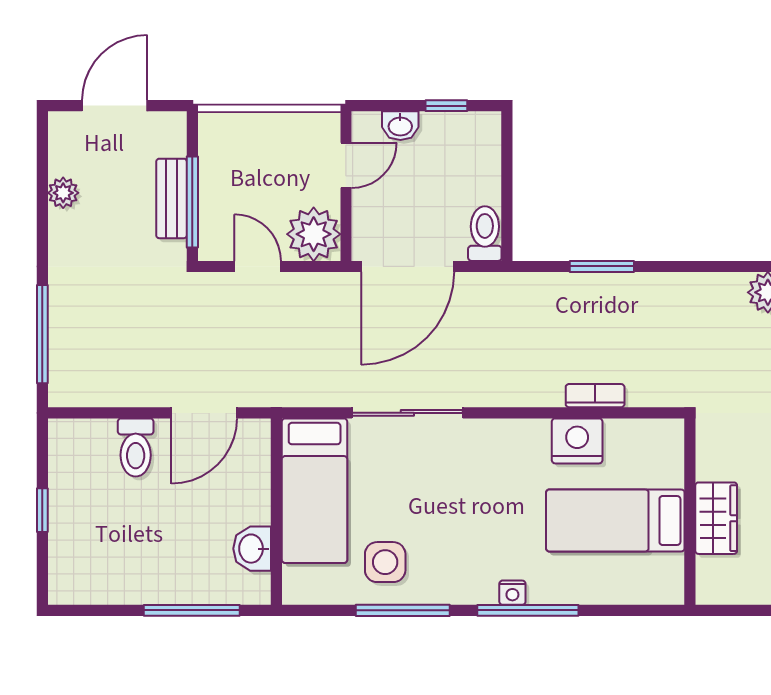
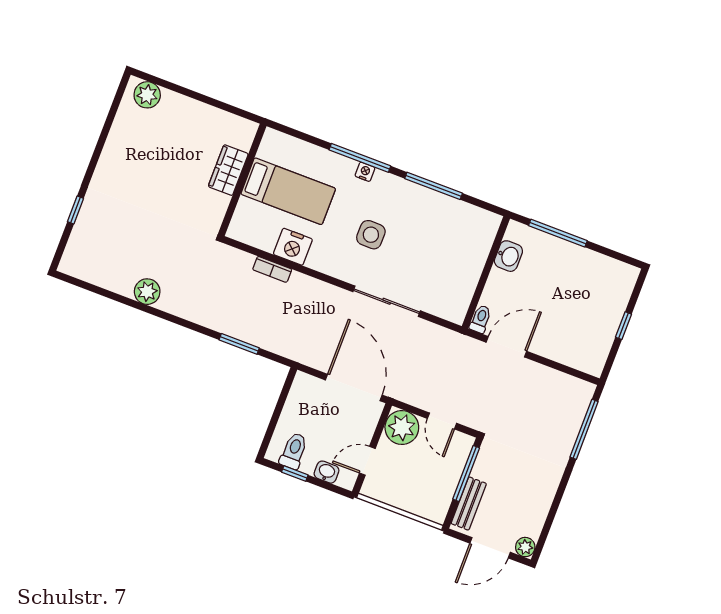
plant: (63, 193) -> (525, 547), moved
bench: (172, 198) -> (469, 504), moved
toilet: (485, 234) -> (294, 451), moved, turned 180
door: (408, 266) -> (354, 387), hinge flipped
toilet: (136, 447) -> (481, 319), moved, width x0.73, depth x0.72
bed: (315, 491) -> (459, 276), removed
side table: (385, 562) -> (371, 235), moved

